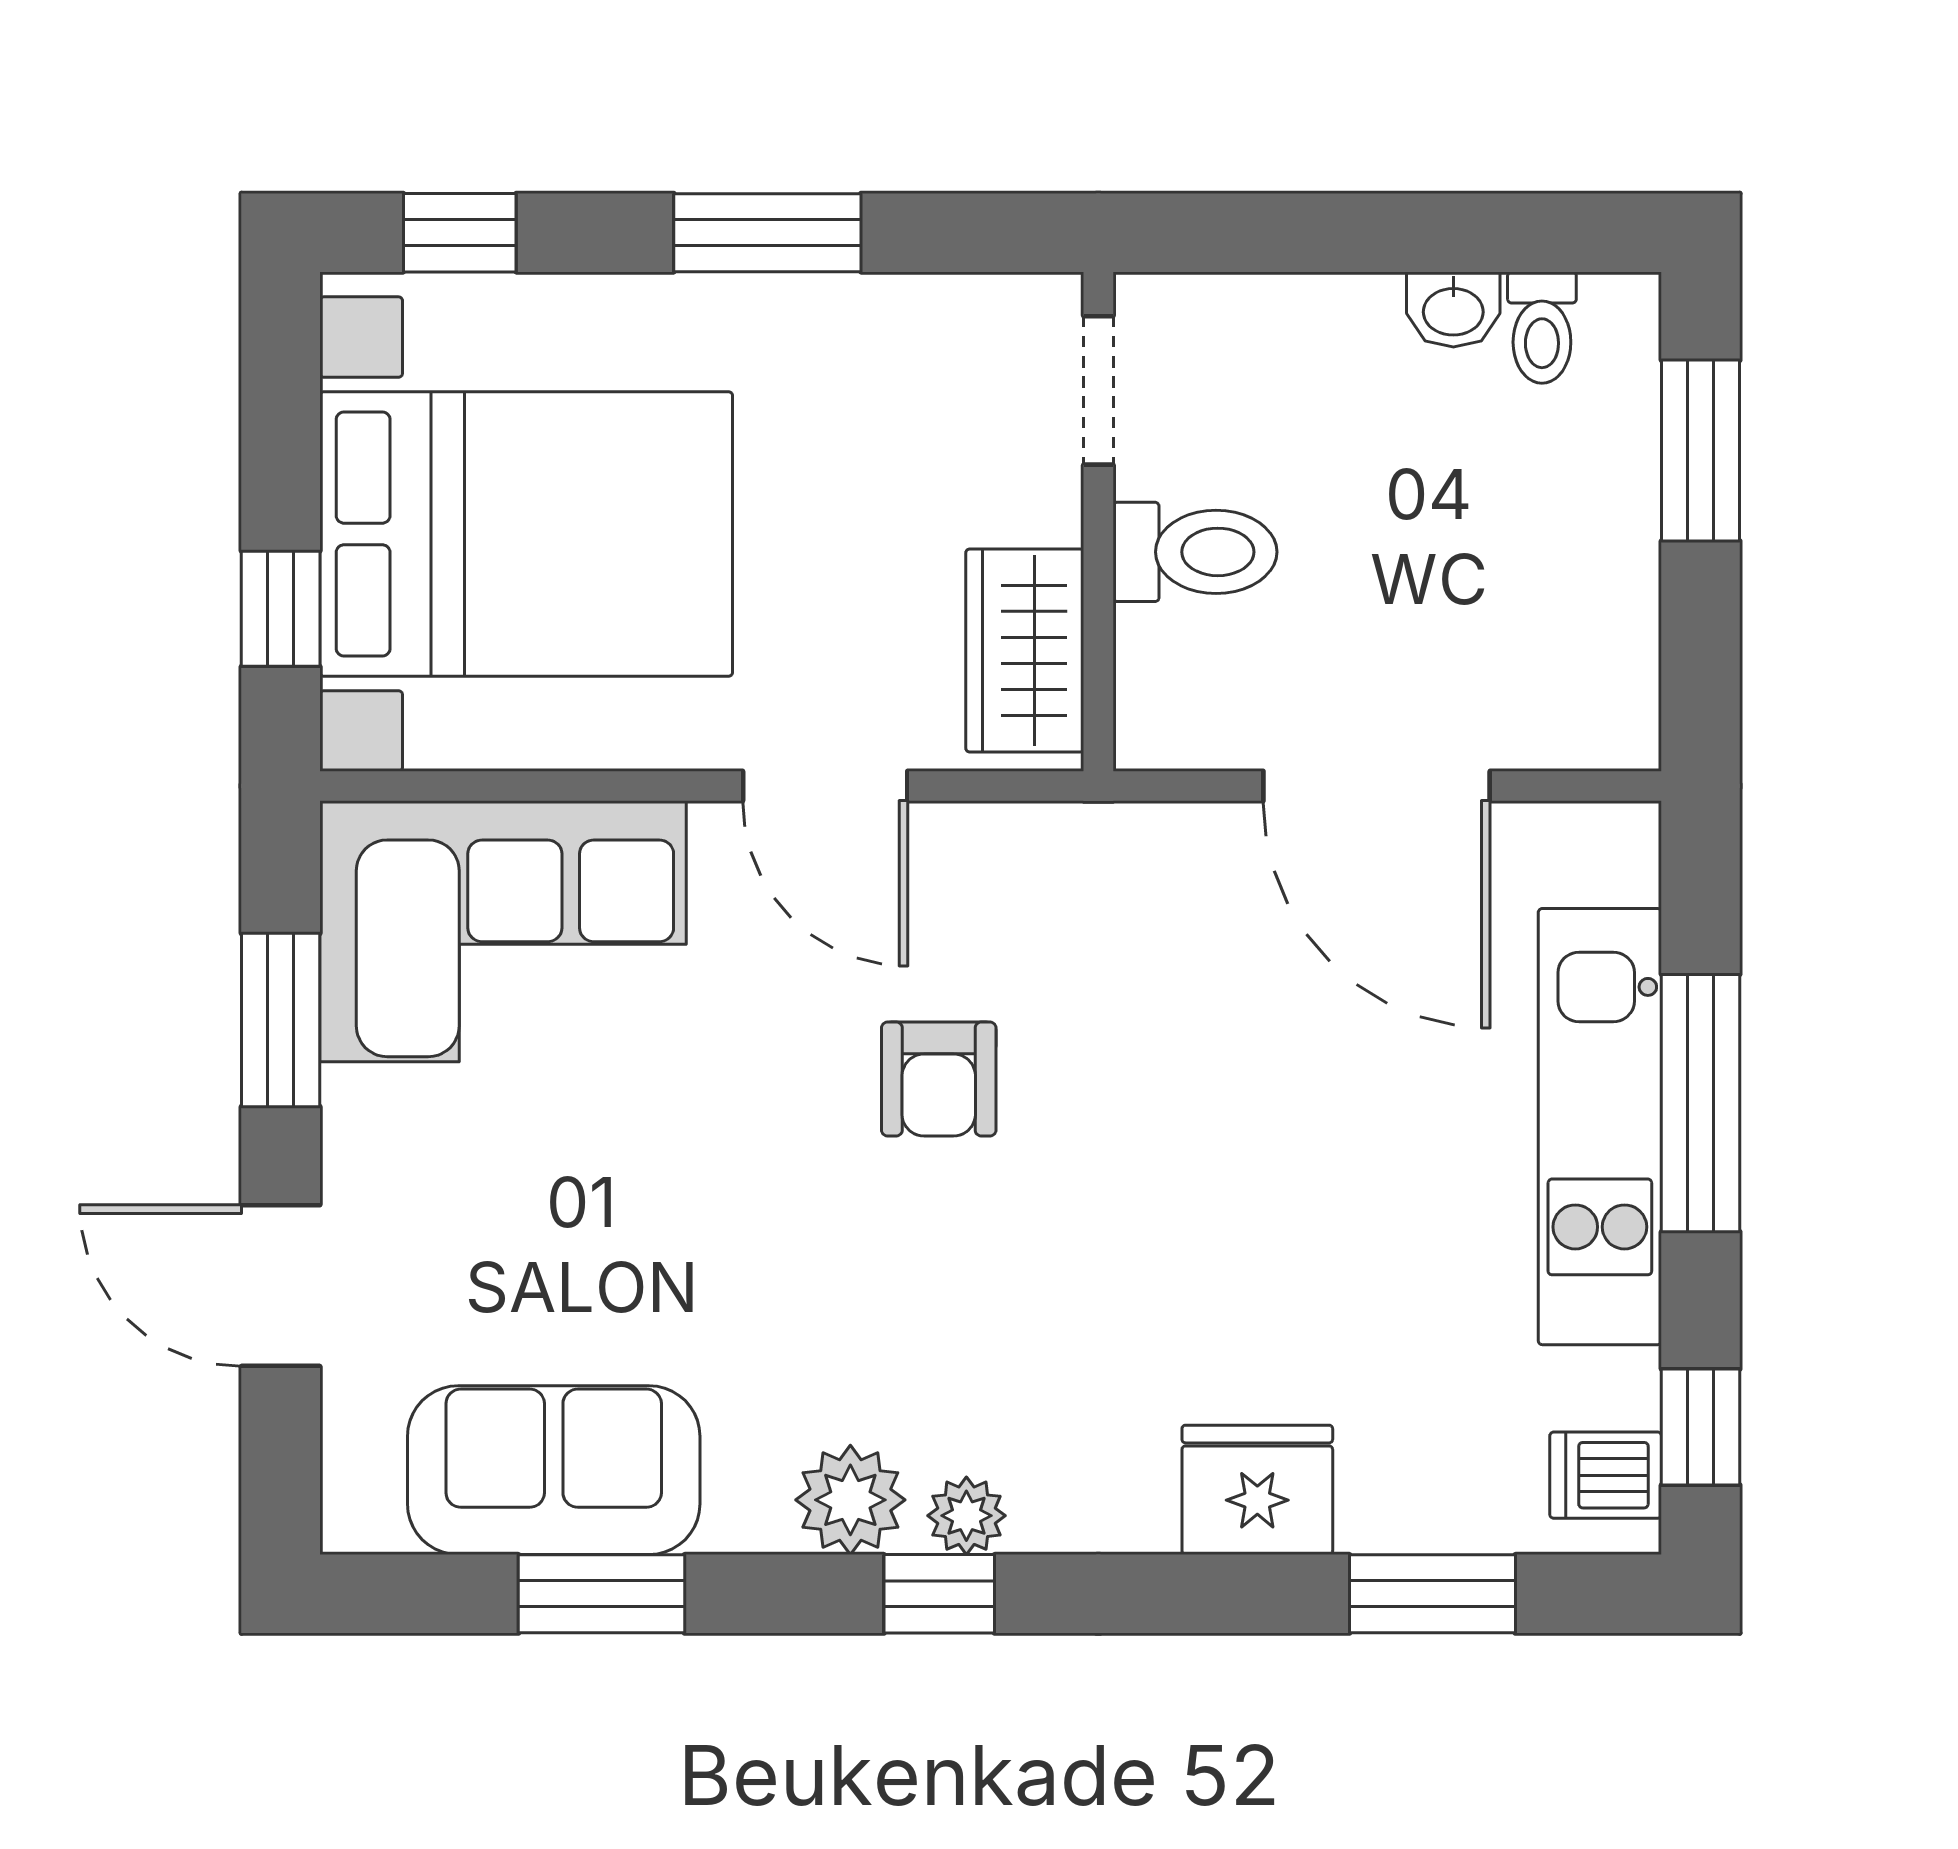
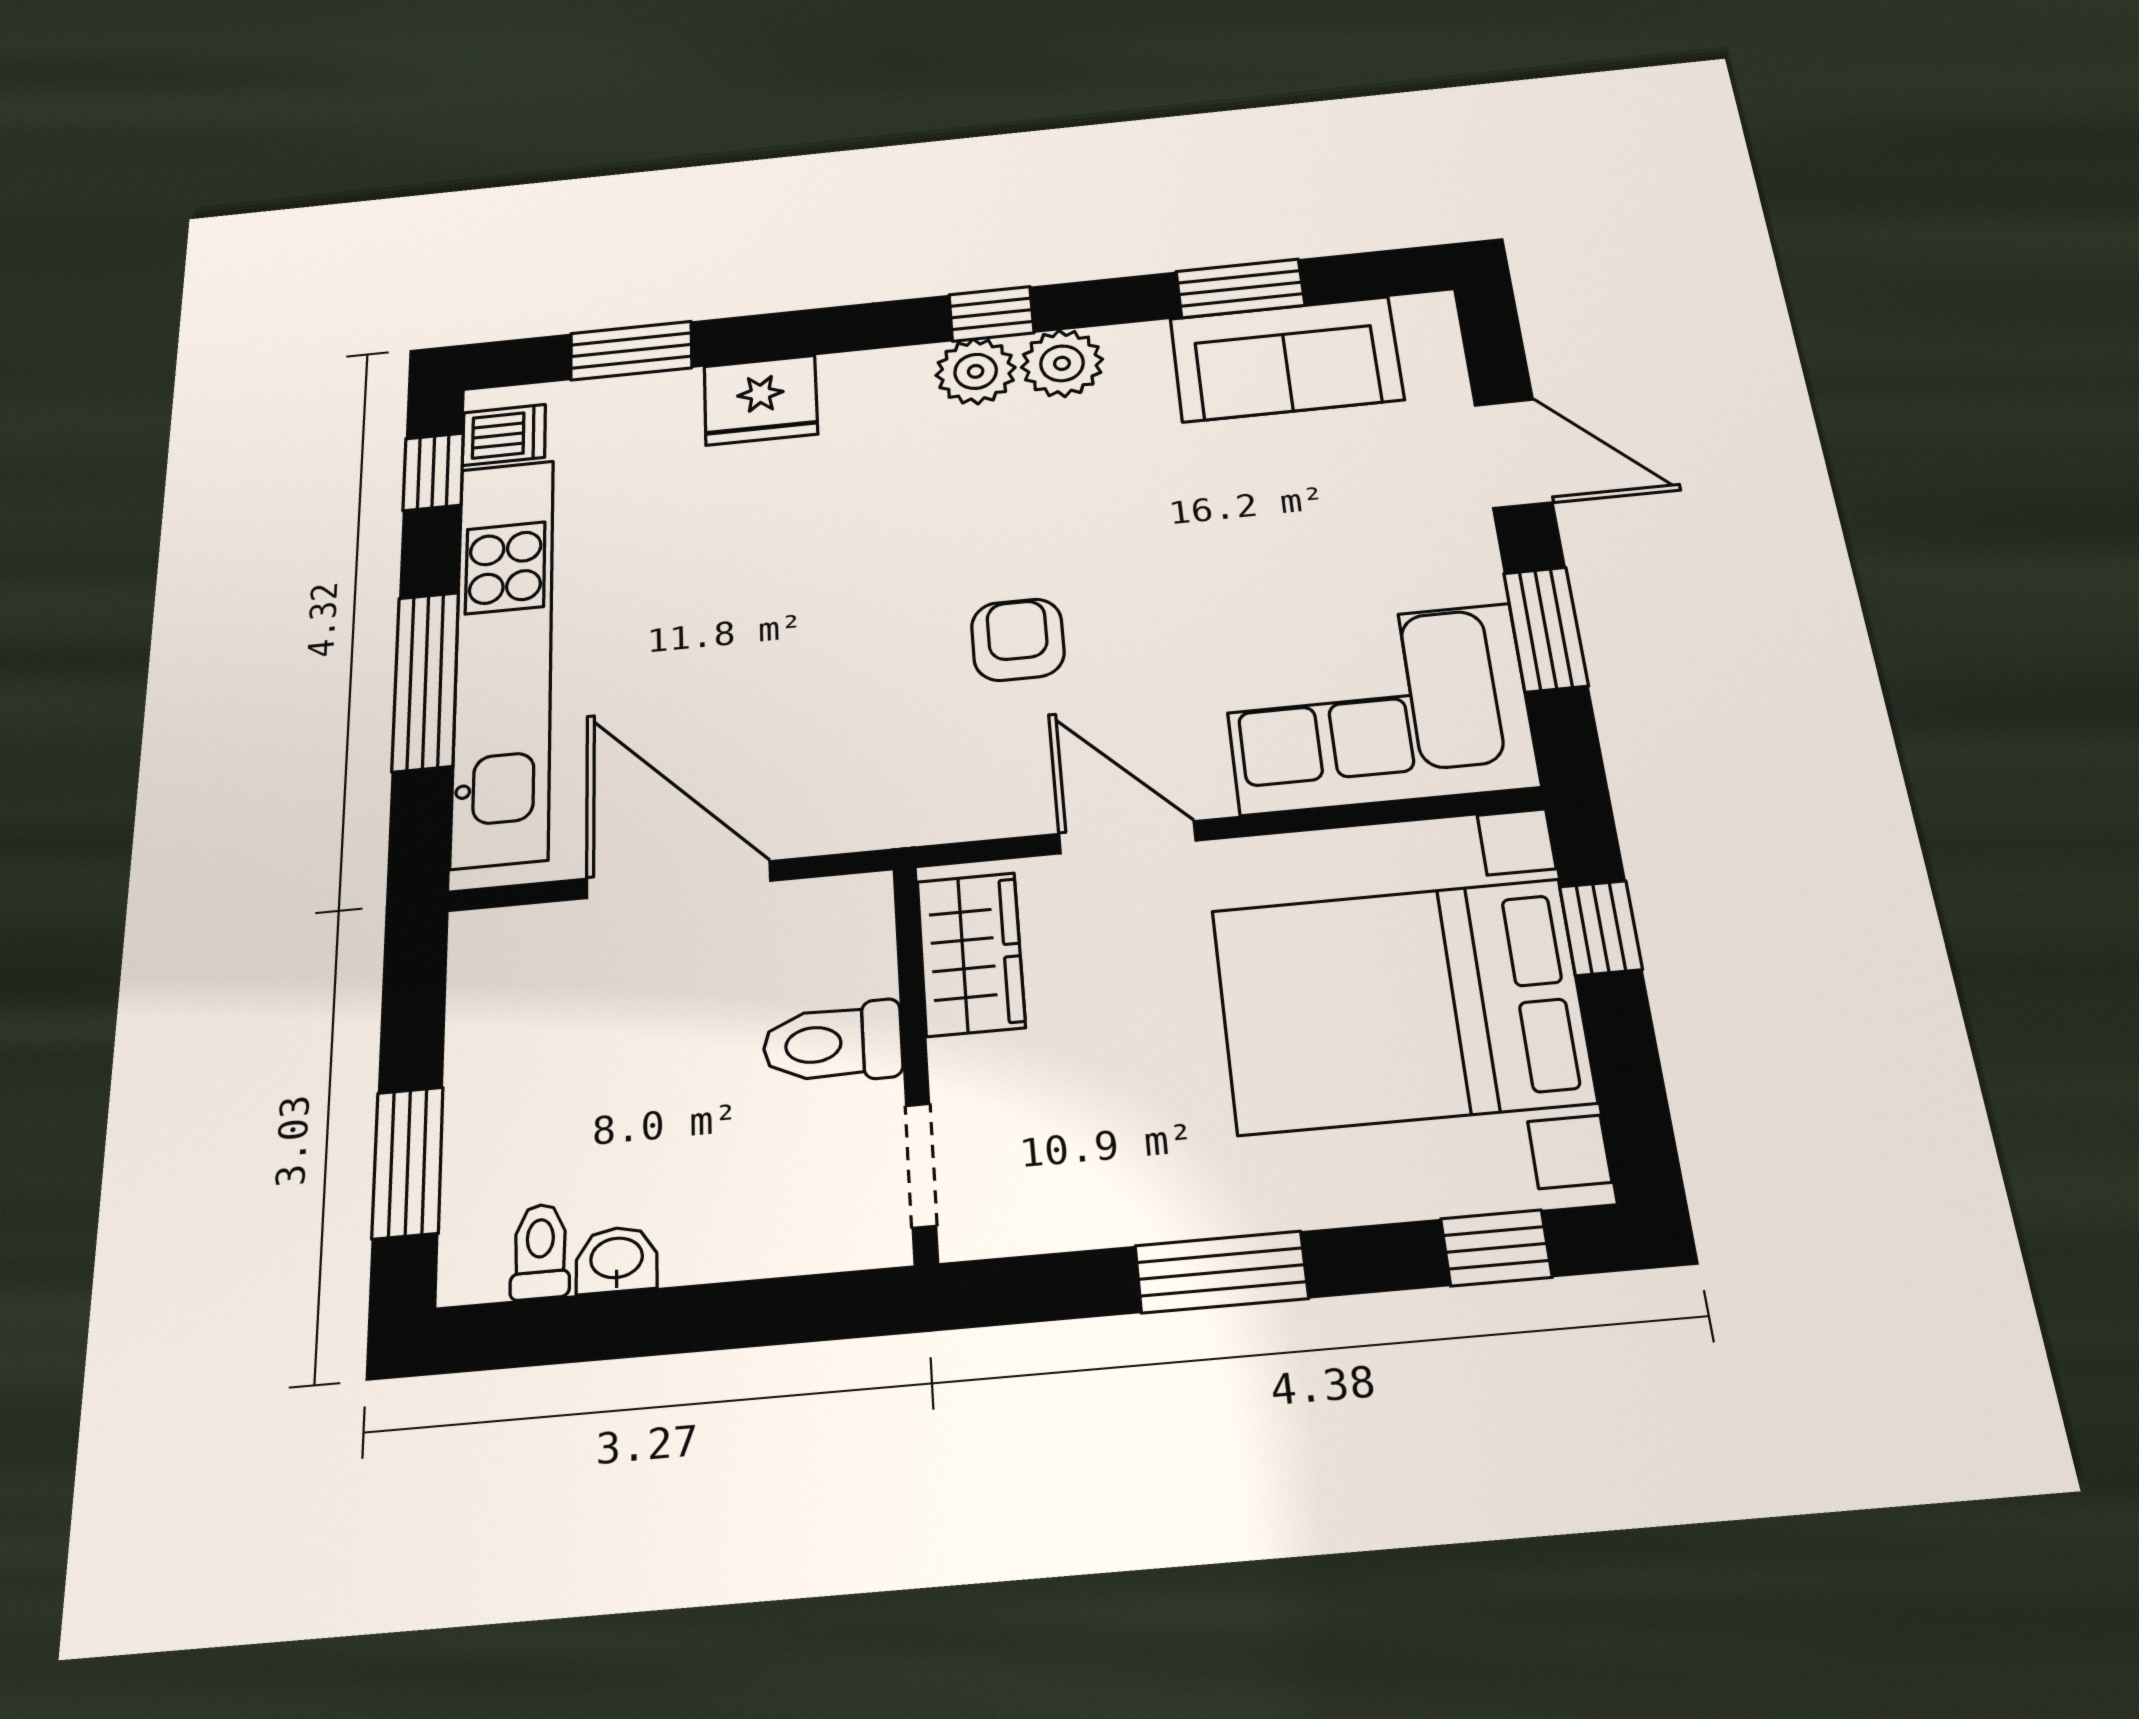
kitchen unit: (1600, 1127) -> (503, 658), width x1.36
plant: (966, 1516) -> (976, 371), width x1.38, depth x1.38

